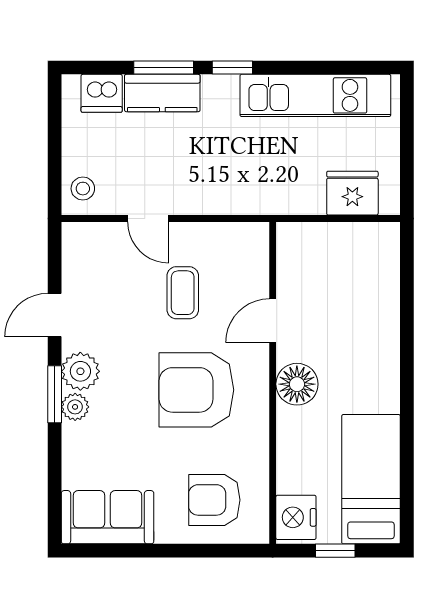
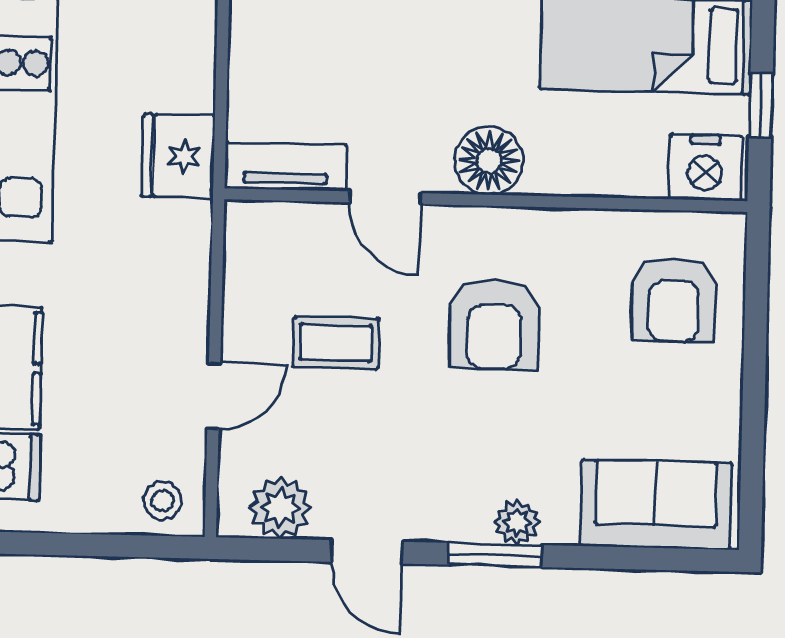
fridge: (352, 193) -> (178, 156), moved
tv unit: (290, 259) -> (286, 167), added
plant: (80, 371) -> (280, 508), moved
armchair: (196, 390) -> (494, 324), width x0.73, depth x0.73
sofa: (108, 517) -> (656, 505), moved, turned 90

